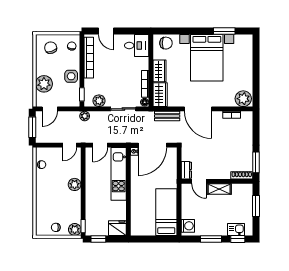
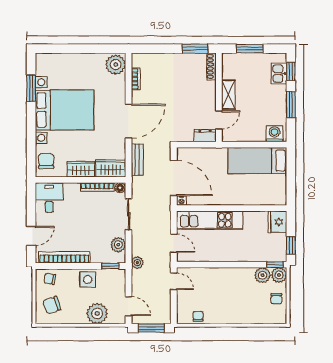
plant: (75, 184) -> (262, 275), moved

